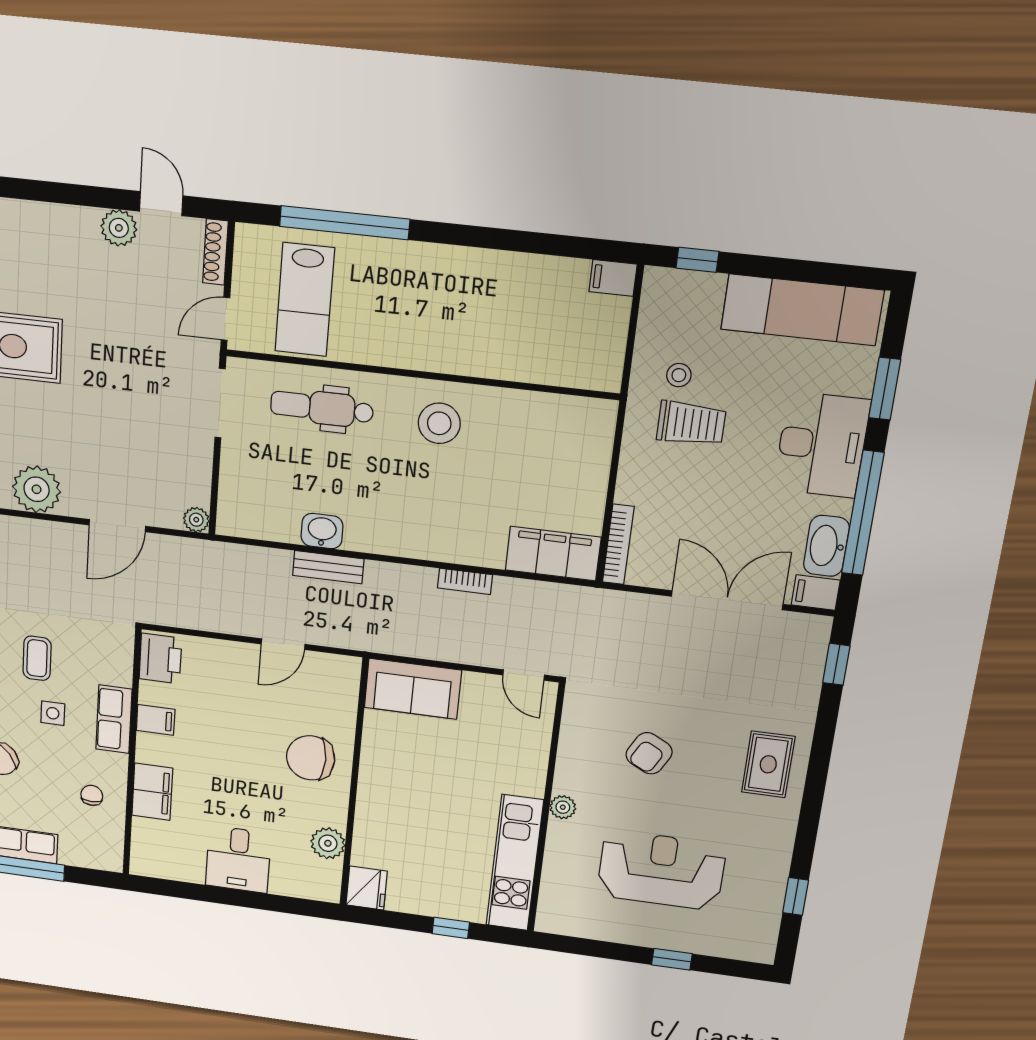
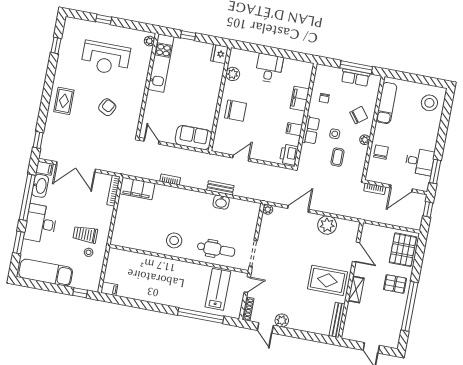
plant: (563, 807) -> (149, 41), moved

